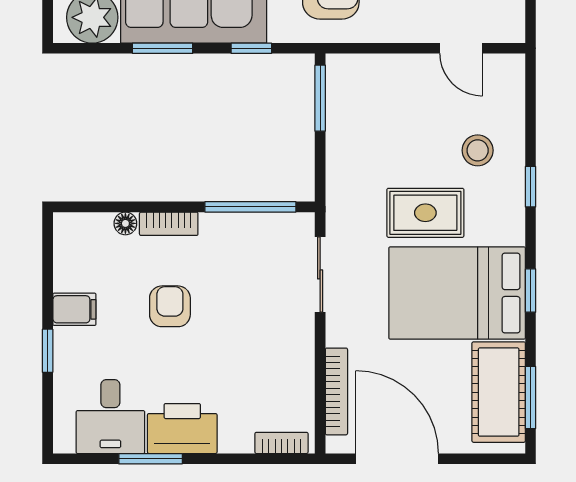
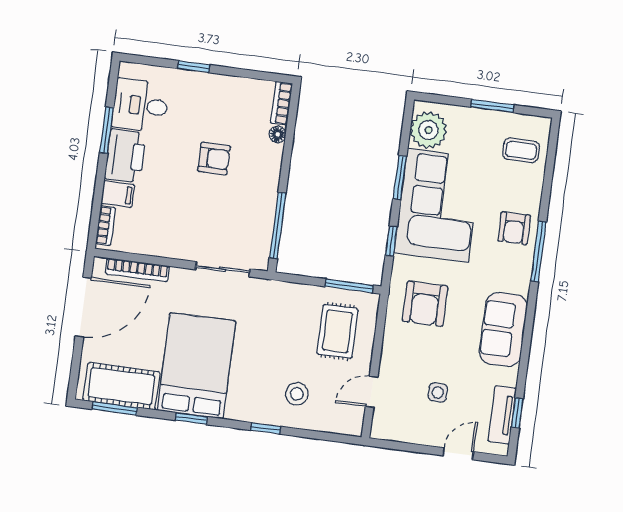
rug: (425, 213) -> (338, 331), moved
bookcase: (169, 224) -> (281, 103), moved
filing cabinet: (74, 309) -> (118, 194), moved, turned -90

